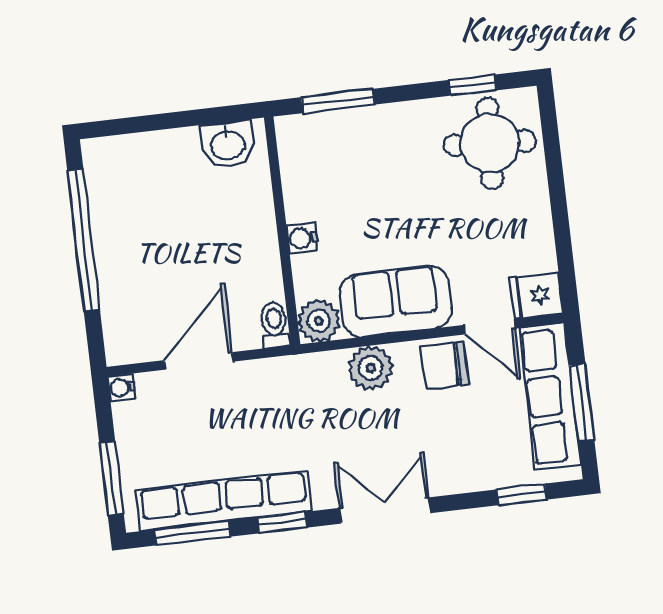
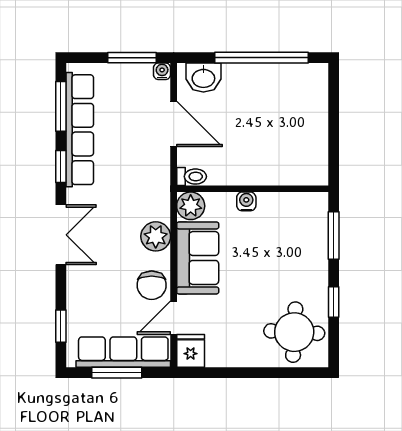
window: (473, 85) -> (334, 302), moved
washbasin: (228, 144) -> (203, 78), moved, turned -90
chair: (445, 365) -> (152, 285), turned 180
window: (112, 479) -> (132, 58), moved

